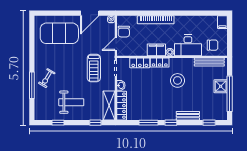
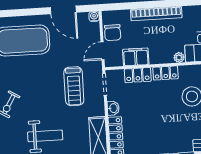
door: (90, 13) -> (63, 10), hinge flipped
filing cabinet: (156, 50) -> (136, 57), moved

